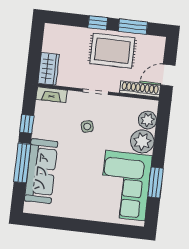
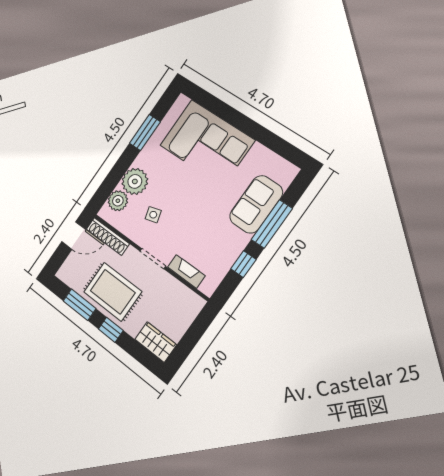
wardrobe: (49, 69) -> (156, 342), moved, turned 90
fireplace: (52, 95) -> (186, 271), moved
side table: (87, 126) -> (153, 215), moved
sofa: (41, 171) -> (256, 204), width x0.73
corner sofa: (125, 186) -> (207, 143), moved, turned 90

